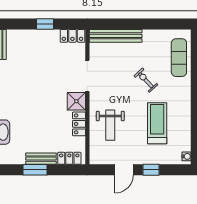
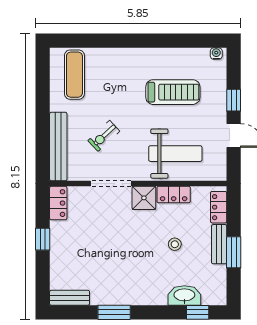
exercise mat: (179, 58) -> (74, 75), moved, turned 90
exercise bike: (146, 80) -> (104, 136), moved
treadmill: (157, 123) -> (173, 92), turned 180
stool: (41, 125) -> (175, 244), added
weight bench: (110, 125) -> (175, 154), width x1.36, depth x1.33

